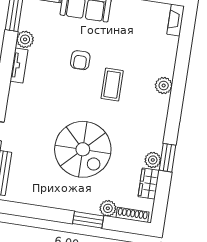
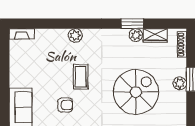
coffee table: (112, 85) -> (81, 77), turned 90
plant: (108, 208) -> (180, 83), moved

